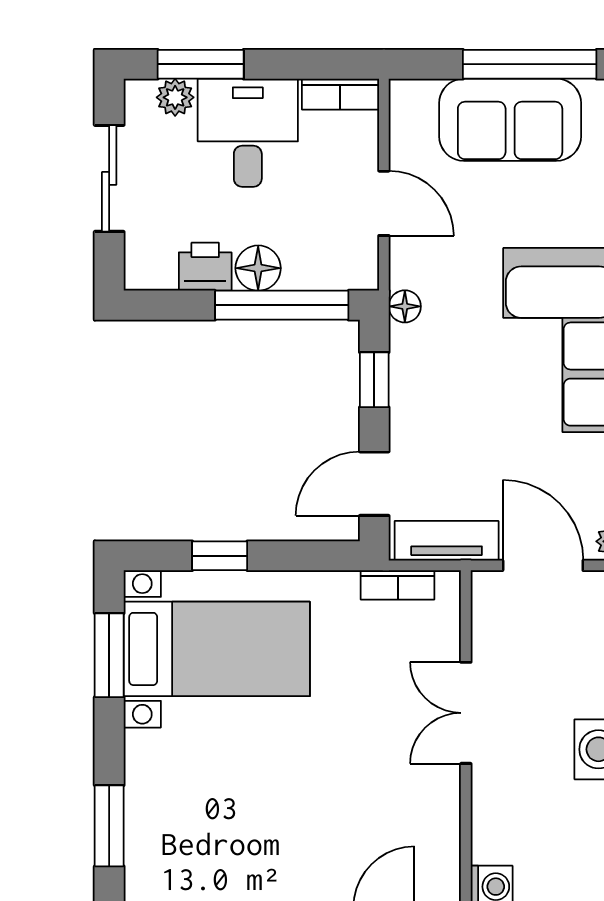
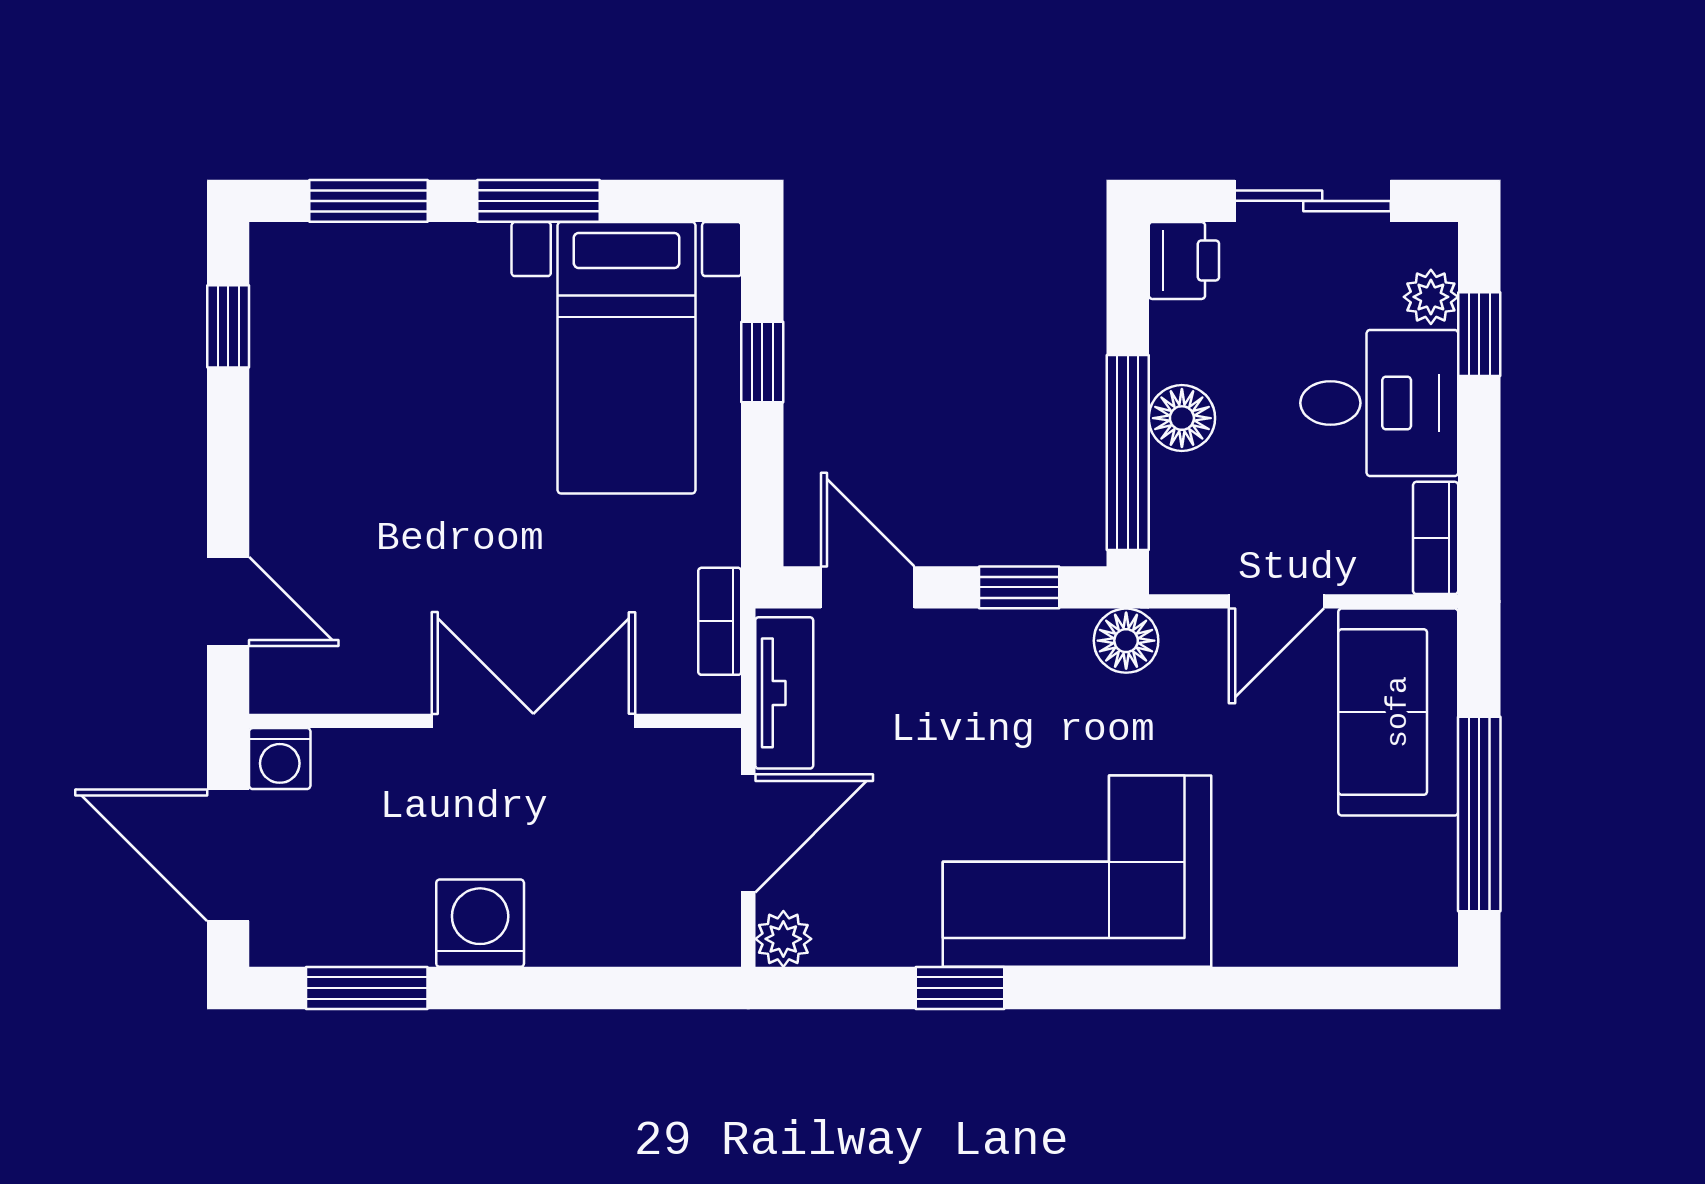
window: (201, 64) -> (1479, 334), width x0.67
sofa: (510, 120) -> (1398, 712), moved
printer: (205, 267) -> (1184, 260), moved
floor lamp: (405, 306) -> (1126, 641), width x1.37, depth x1.37
window: (109, 655) -> (538, 201), moved
double door: (466, 713) -> (533, 721), width x1.37

